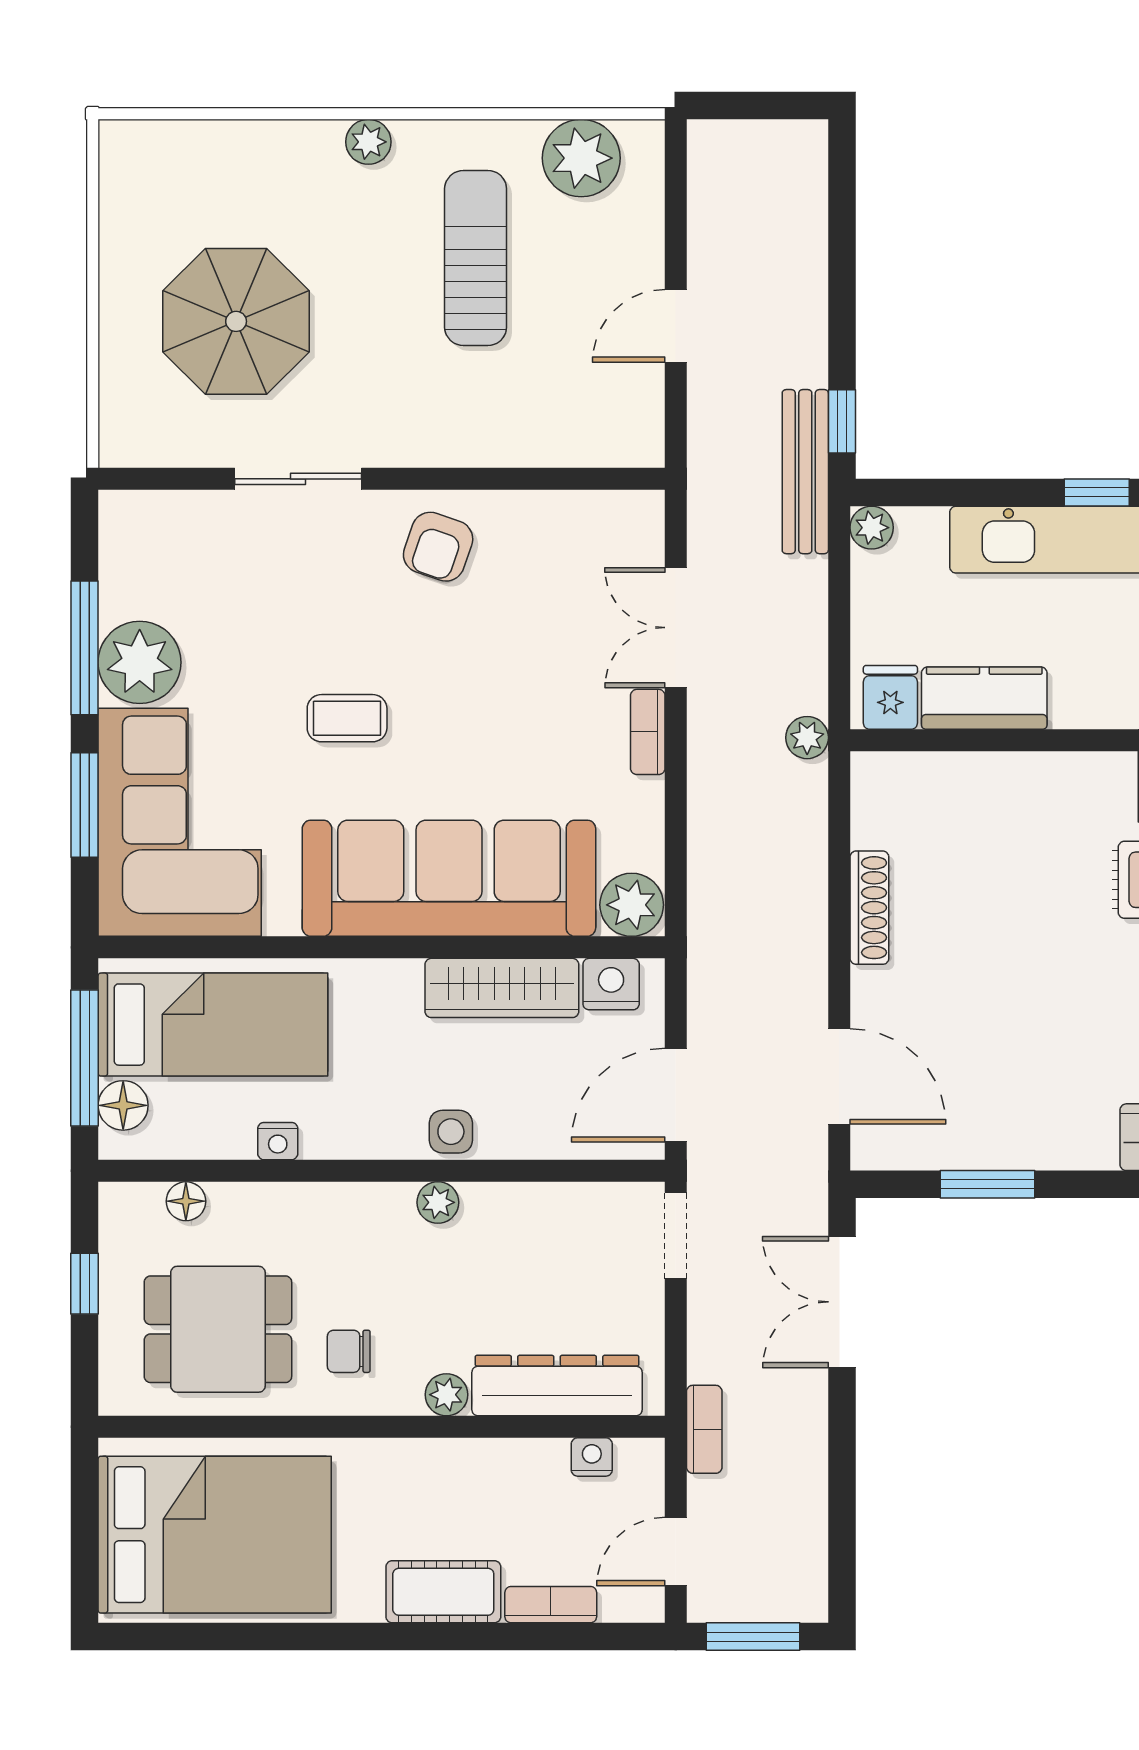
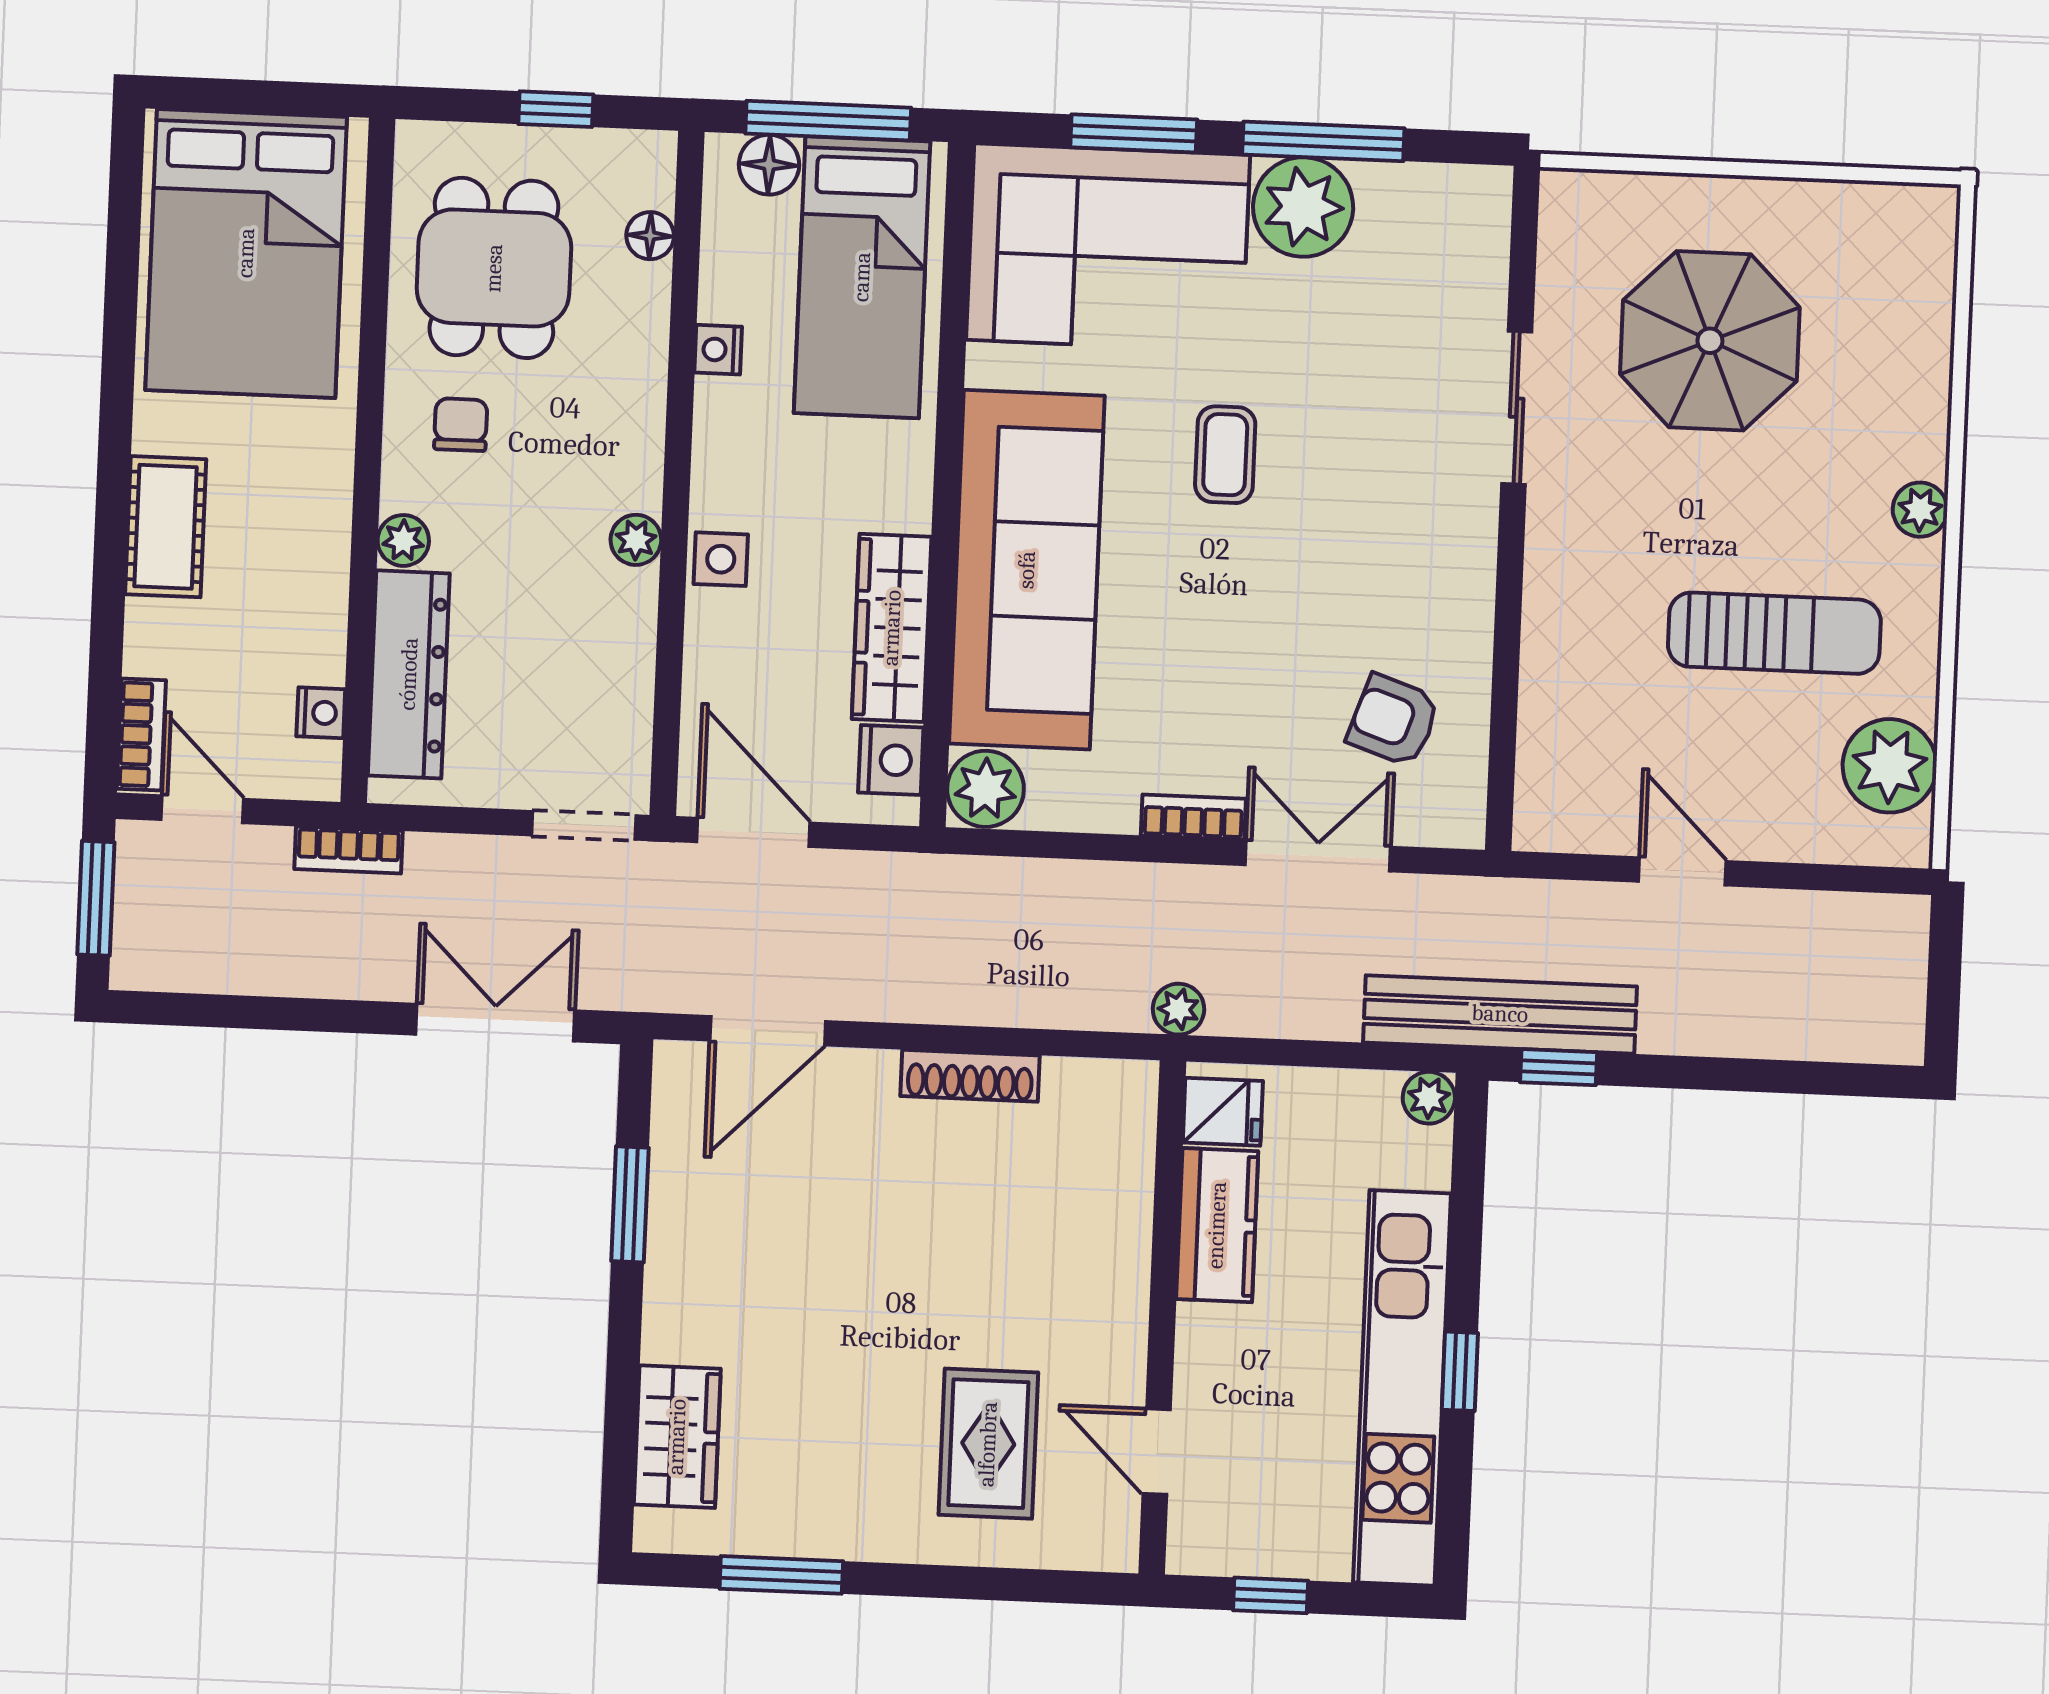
bench: (805, 472) -> (1500, 1014), width x1.37, depth x1.21
armchair: (438, 547) -> (1394, 720), moved
bookcase: (551, 1605) -> (141, 735), moved

